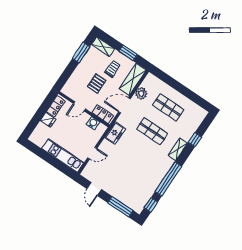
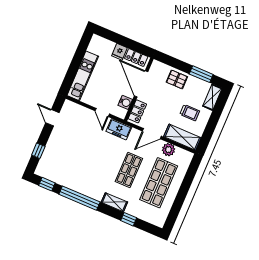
window: (128, 53) -> (211, 126), removed
pallet: (97, 84) -> (177, 79), moved
door: (124, 105) -> (152, 134), swing flipped
door: (79, 106) -> (141, 84), width x1.88
shop shelf: (168, 108) -> (159, 183), width x1.43, depth x1.36
door: (92, 153) -> (102, 112), moved
door: (94, 189) -> (52, 118), hinge flipped
window: (120, 207) -> (38, 151), width x0.46

